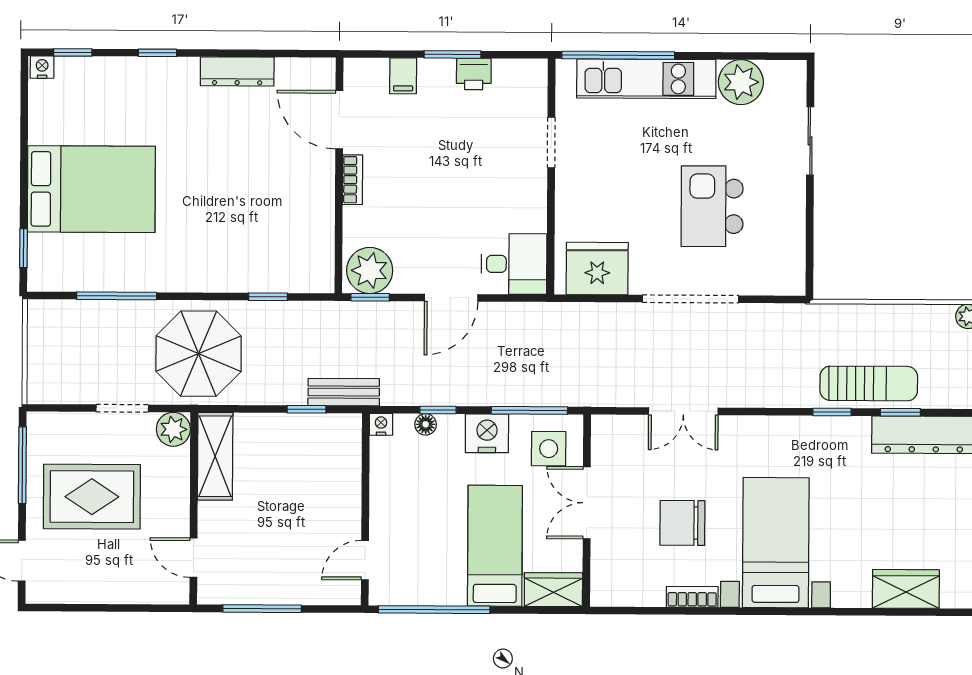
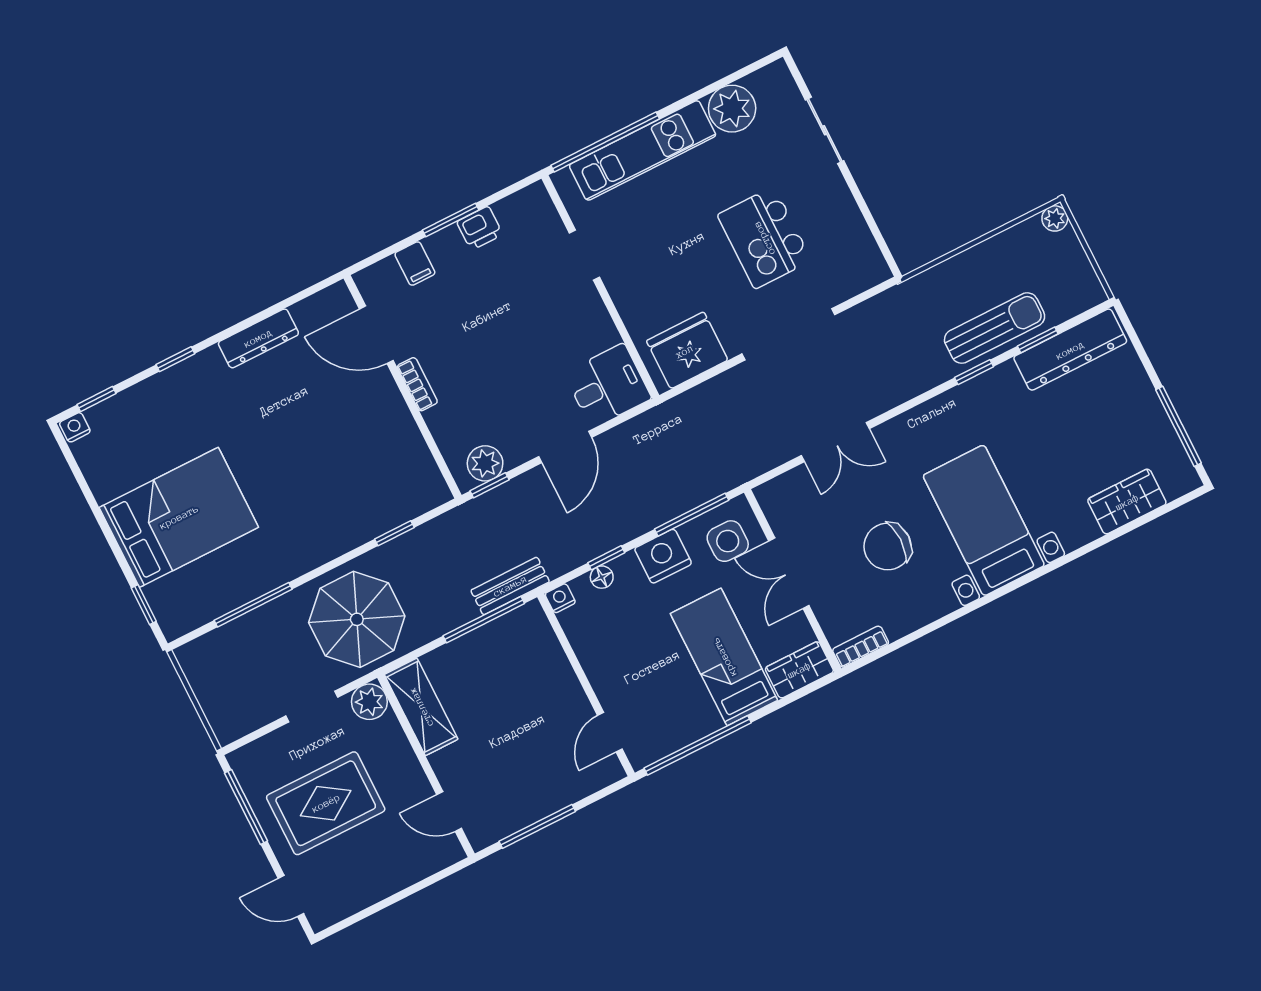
plant: (370, 270) -> (485, 463), width x0.73, depth x0.73
window: (307, 409) -> (484, 620), width x2.17
bookcase: (692, 597) -> (861, 647), moved

